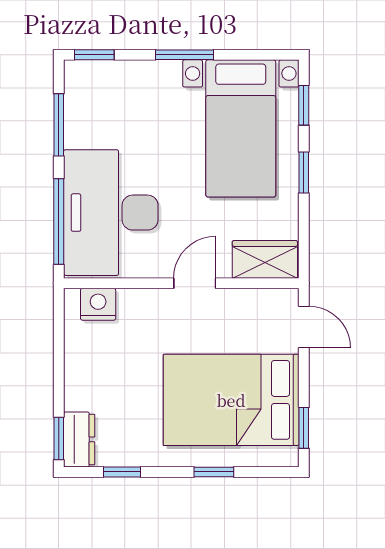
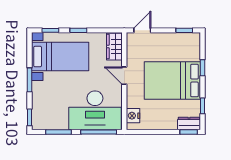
bed: (231, 400) -> (172, 81), moved, turned 90

